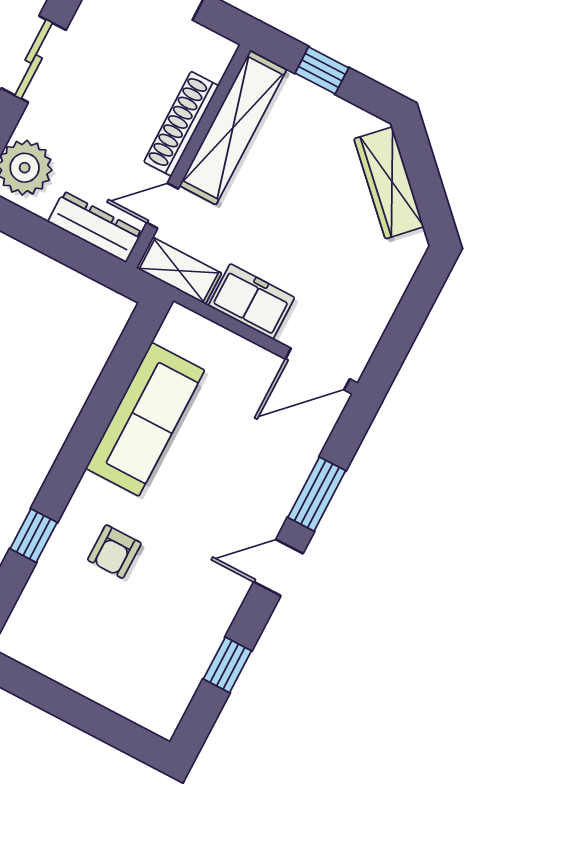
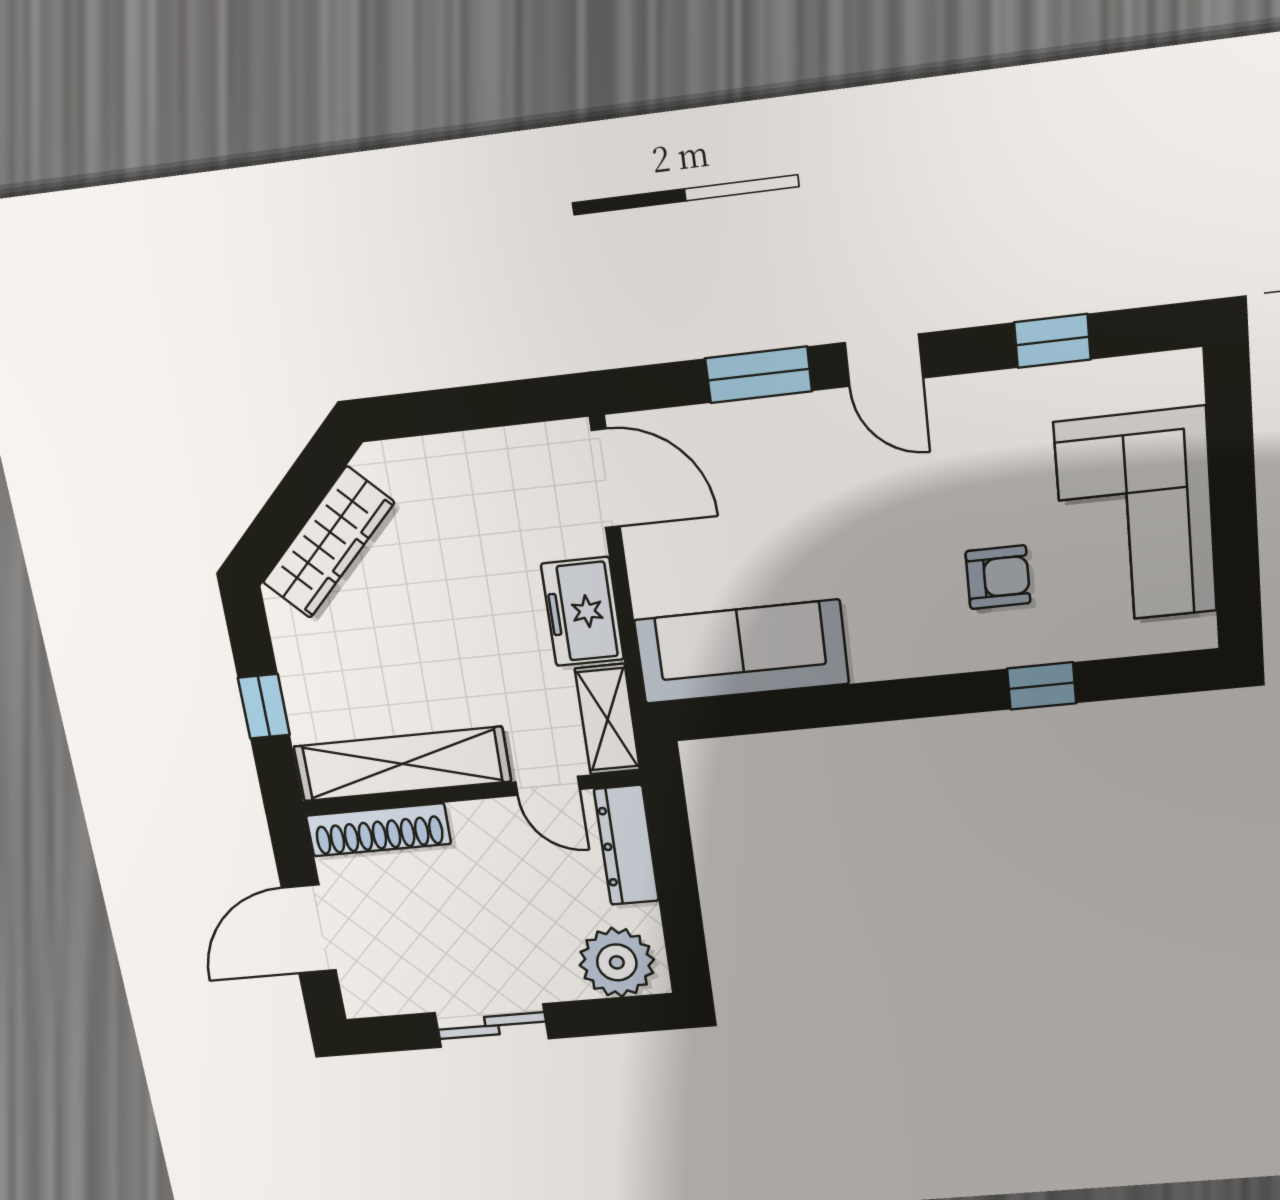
shoe rack: (181, 124) -> (378, 830), moved
sofa: (145, 419) -> (742, 652), moved
corner sofa: (98, 649) -> (1136, 517), added

